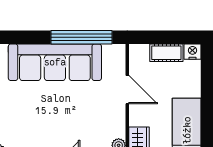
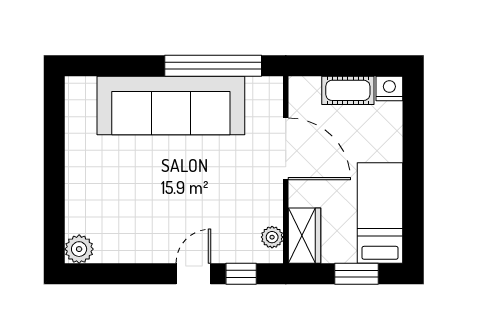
door: (127, 90) -> (286, 149), width x1.36

